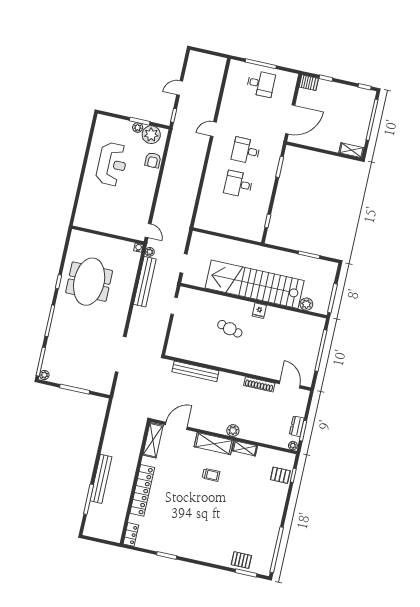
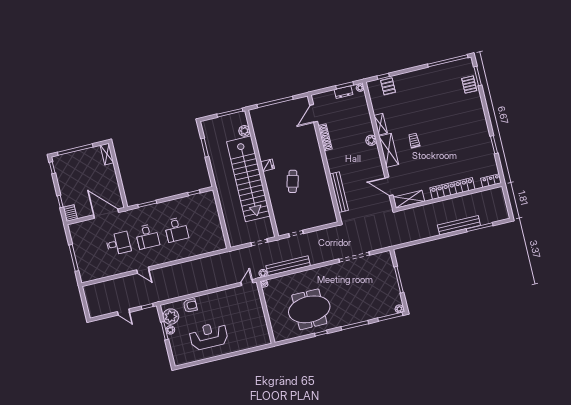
desk: (261, 84) -> (118, 243), moved, turned 90

